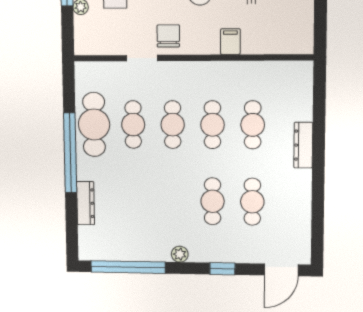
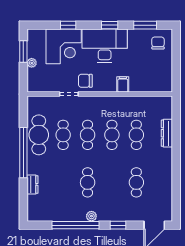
chair: (168, 36) -> (85, 81), turned -90
dresser: (303, 145) -> (167, 133), moved
cafe table: (213, 201) -> (88, 182), moved
dresser: (86, 203) -> (33, 184), width x0.70
window: (128, 267) -> (76, 225), moved

